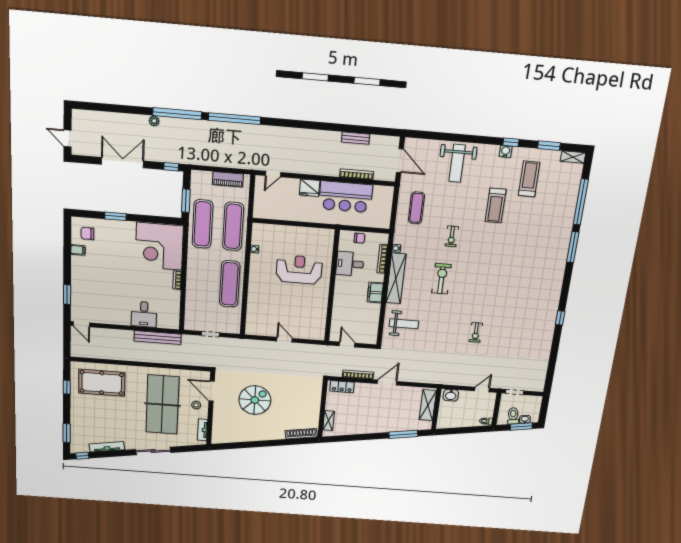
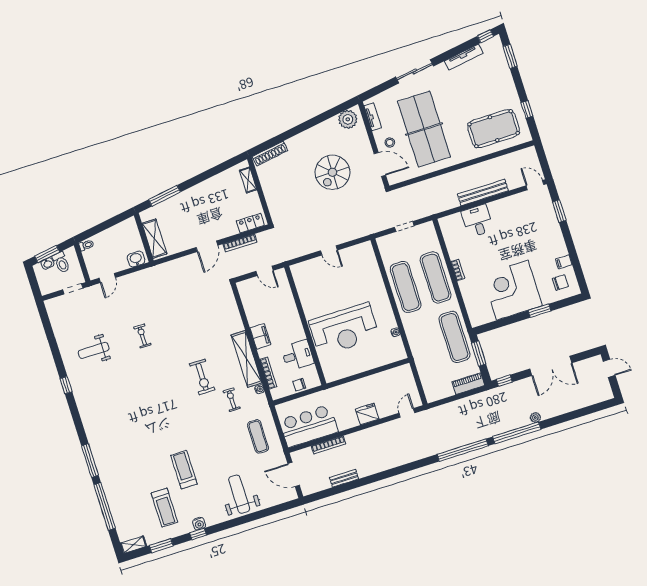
piano: (228, 179) -> (468, 384), moved
bar counter: (346, 197) -> (309, 426), moved
exercise mat: (233, 226) -> (436, 277), moved
exercise bike: (452, 236) -> (232, 400), moved
corner desk: (159, 246) -> (512, 290), moved, turned -90
reception desk: (299, 269) -> (344, 329), width x1.36, depth x1.30
weight bench: (404, 324) -> (94, 350), moved
bench: (158, 338) -> (483, 192), moved
plant: (225, 436) -> (348, 119), added

